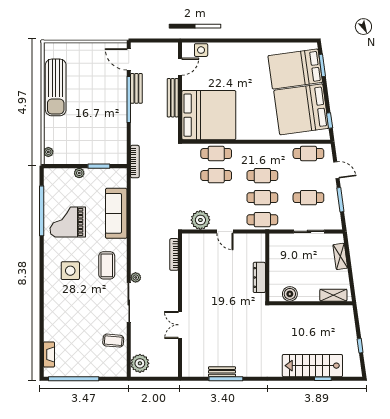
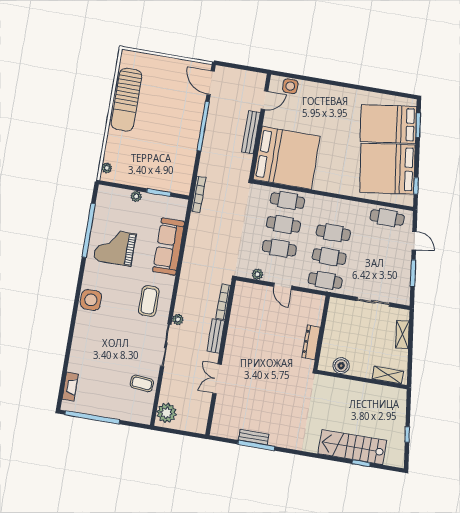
bench: (136, 88) -> (216, 336), moved
cafe table: (308, 198) -> (279, 248), moved
plant: (200, 220) -> (257, 274), width x0.53, depth x0.53
side table: (70, 271) -> (91, 300), moved

